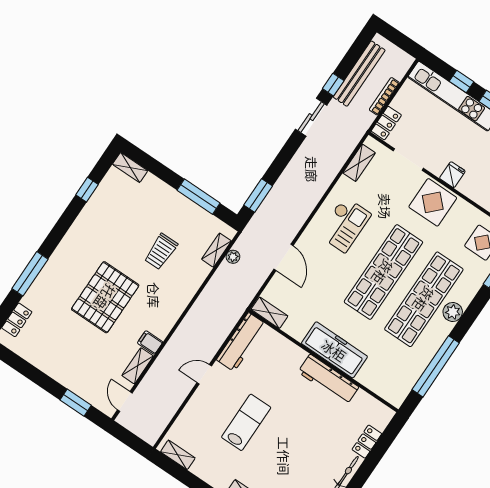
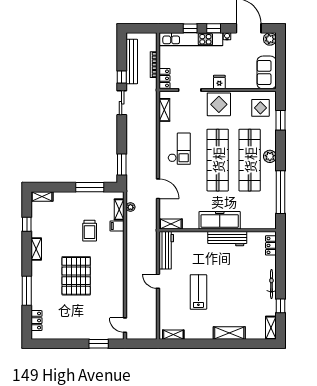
filing cabinet: (150, 342) -> (117, 226), moved
shelving: (138, 366) -> (36, 249), moved
door: (204, 374) -> (158, 281), hinge flipped
locker: (367, 442) -> (271, 245), moved

